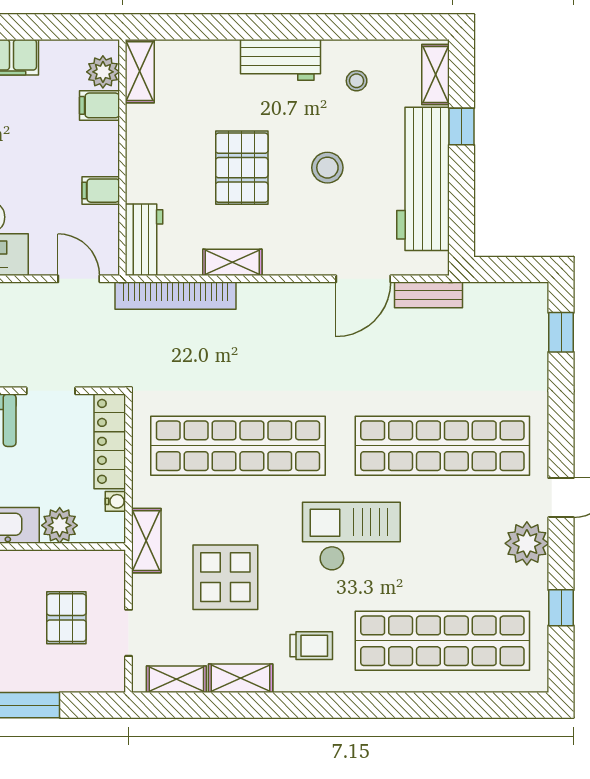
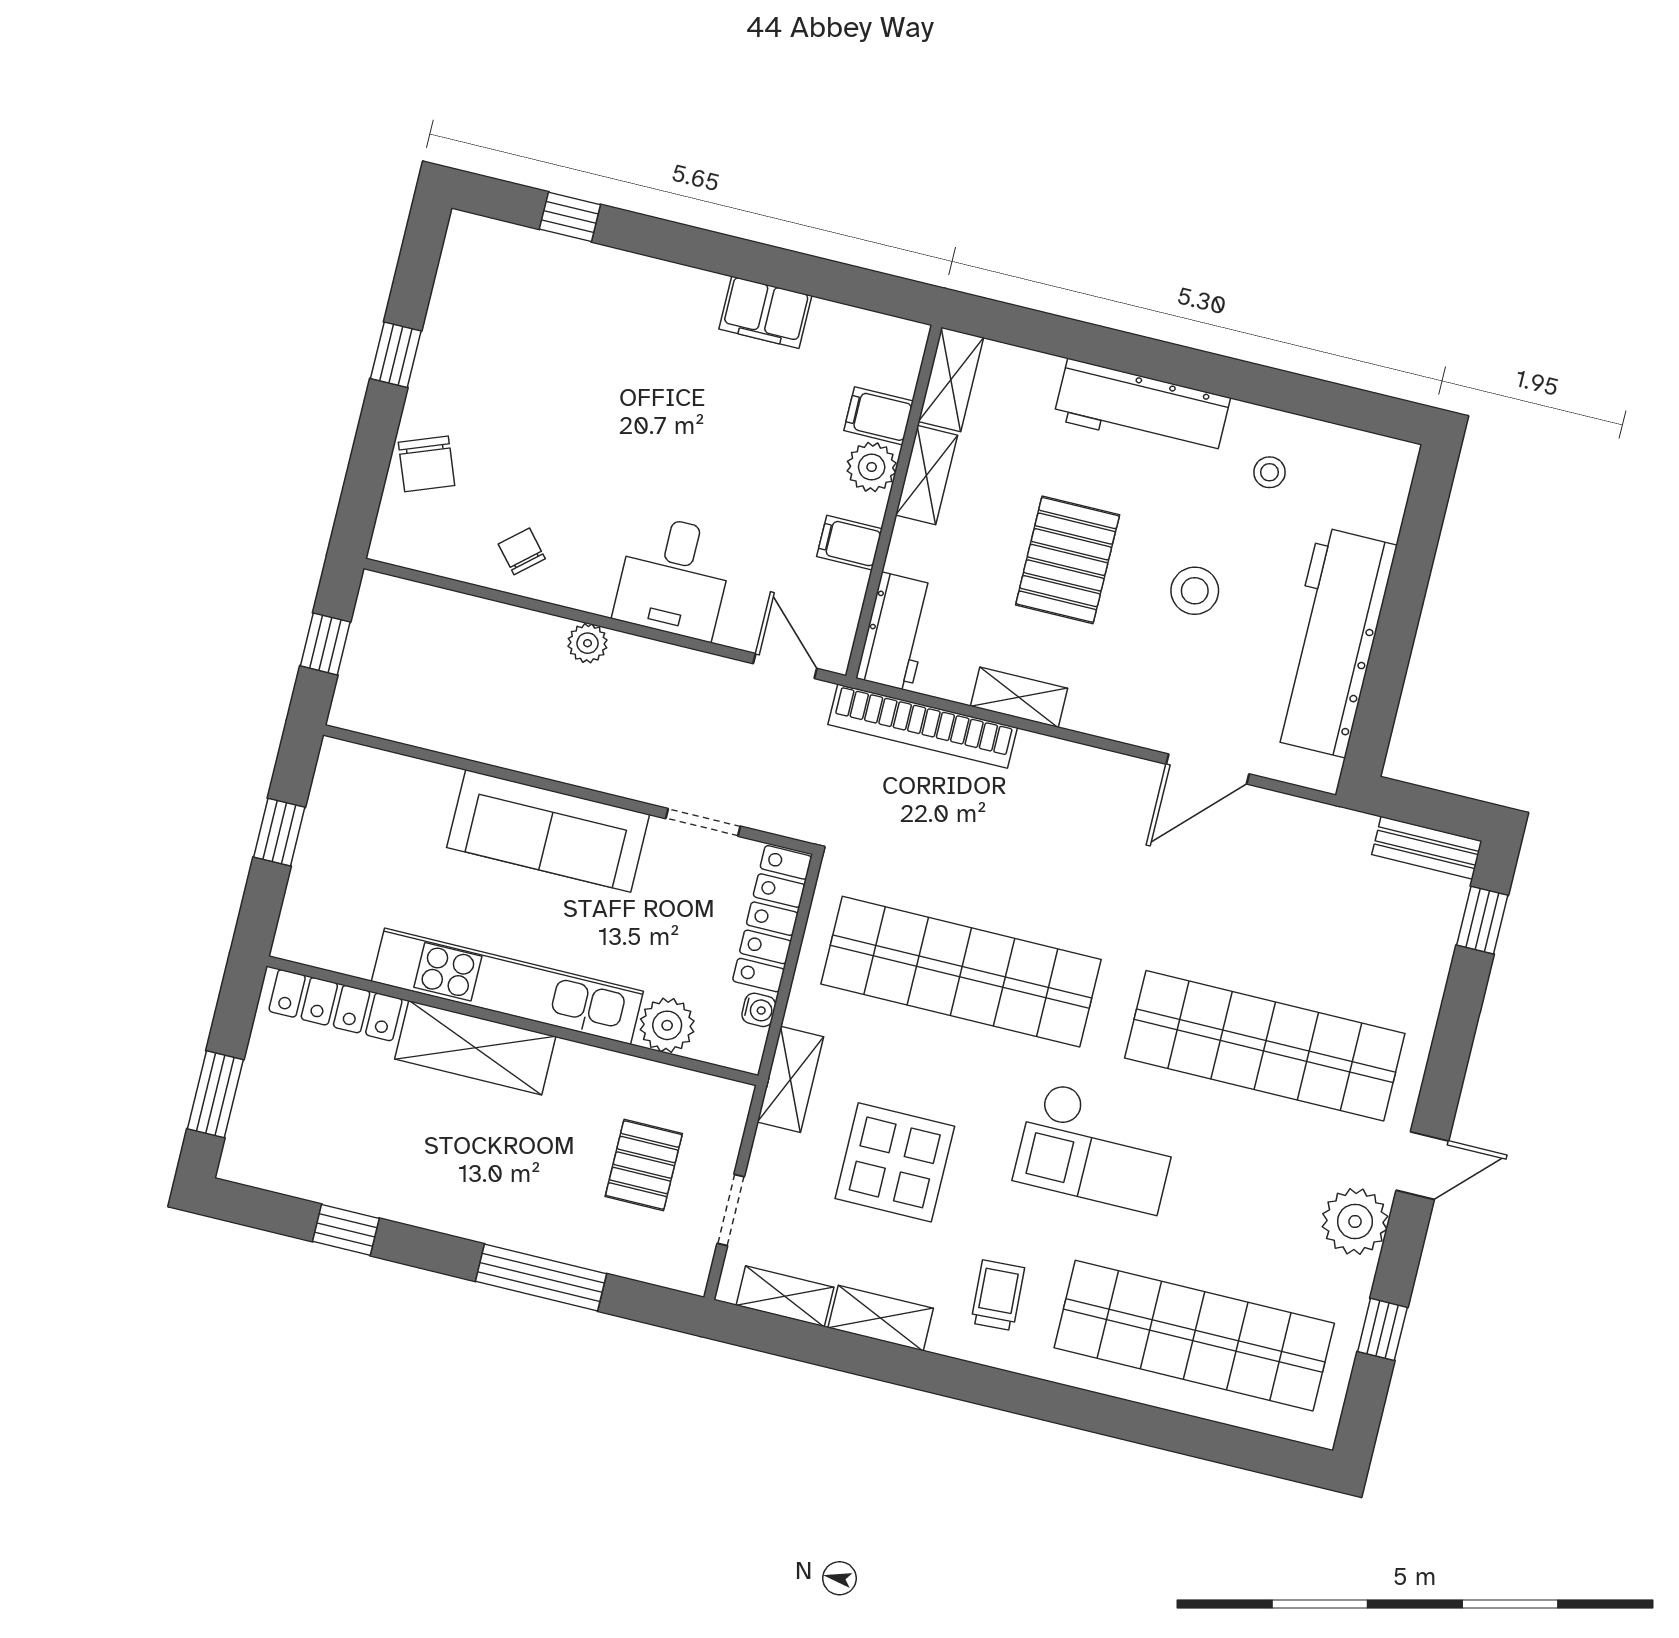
workbench: (280, 60) -> (1142, 408), width x1.38
plant: (103, 72) -> (872, 467), moved
shelving: (435, 75) -> (926, 475), moved
window: (461, 127) -> (1409, 578), removed
bench: (429, 295) -> (1427, 848), moved
checkout: (351, 536) -> (1097, 1147), turned 180
trolley: (311, 646) -> (998, 1295), turned -93

